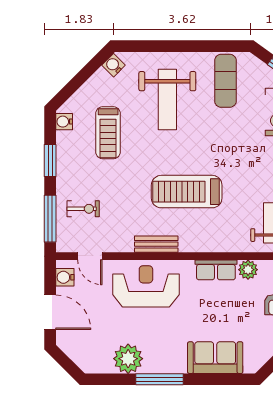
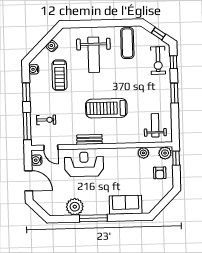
water cooler: (114, 65) -> (52, 46), moved
row of seats: (216, 270) -> (125, 154), removed

